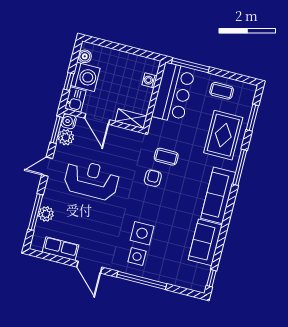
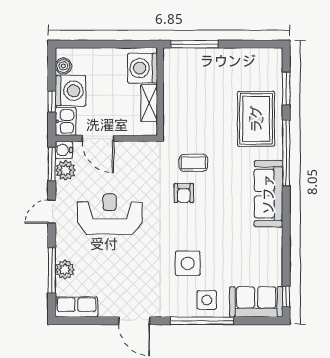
washing machine: (150, 80) -> (143, 68), width x1.89, depth x1.89
coffee table: (222, 91) -> (240, 65), removed
bar counter: (173, 93) -> (182, 83), removed
shelving: (131, 119) -> (149, 103), moved, turned 90
window: (240, 167) -> (286, 153), width x1.46
armchair: (153, 178) -> (184, 193), turned 180
sofa: (205, 242) -> (256, 302), moved, turned 90
row of seats: (61, 249) -> (76, 307), moved
side table: (137, 257) -> (207, 300), moved

